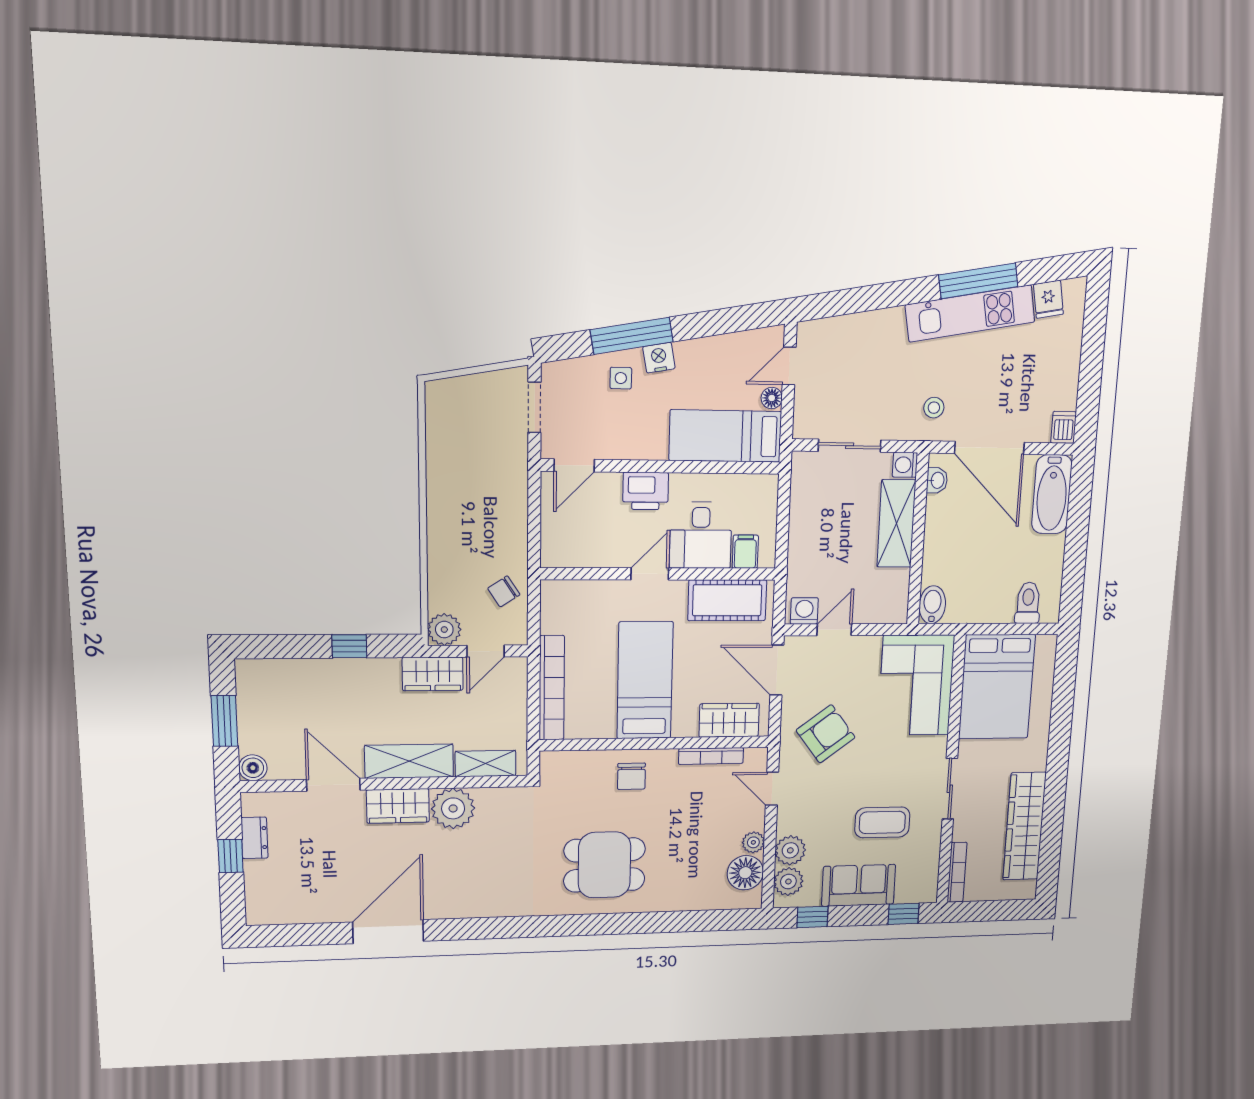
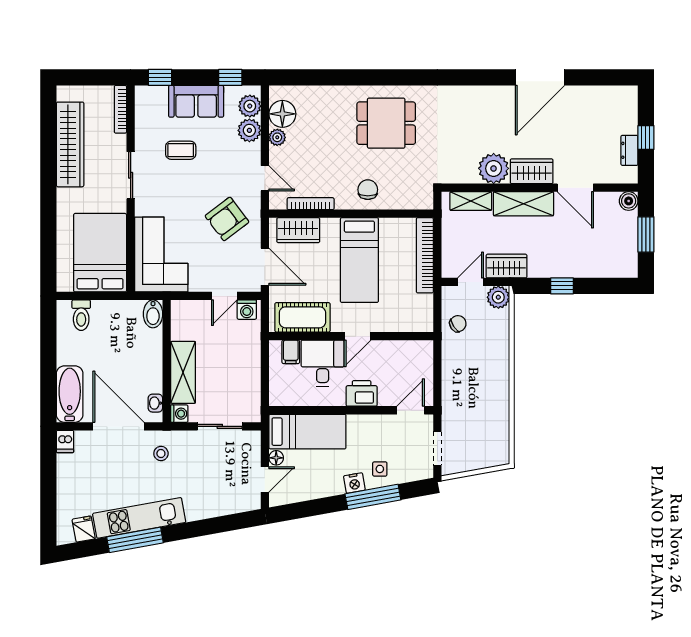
coffee table: (882, 822) -> (181, 150), width x0.73, depth x0.77

